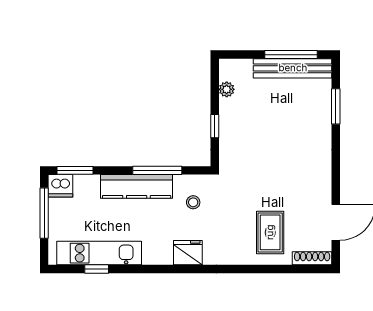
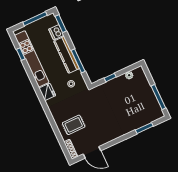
bench: (293, 68) -> (152, 101), removed
dishwasher: (60, 186) -> (56, 32), moved
kitchen unit: (99, 253) -> (32, 59), width x1.36

